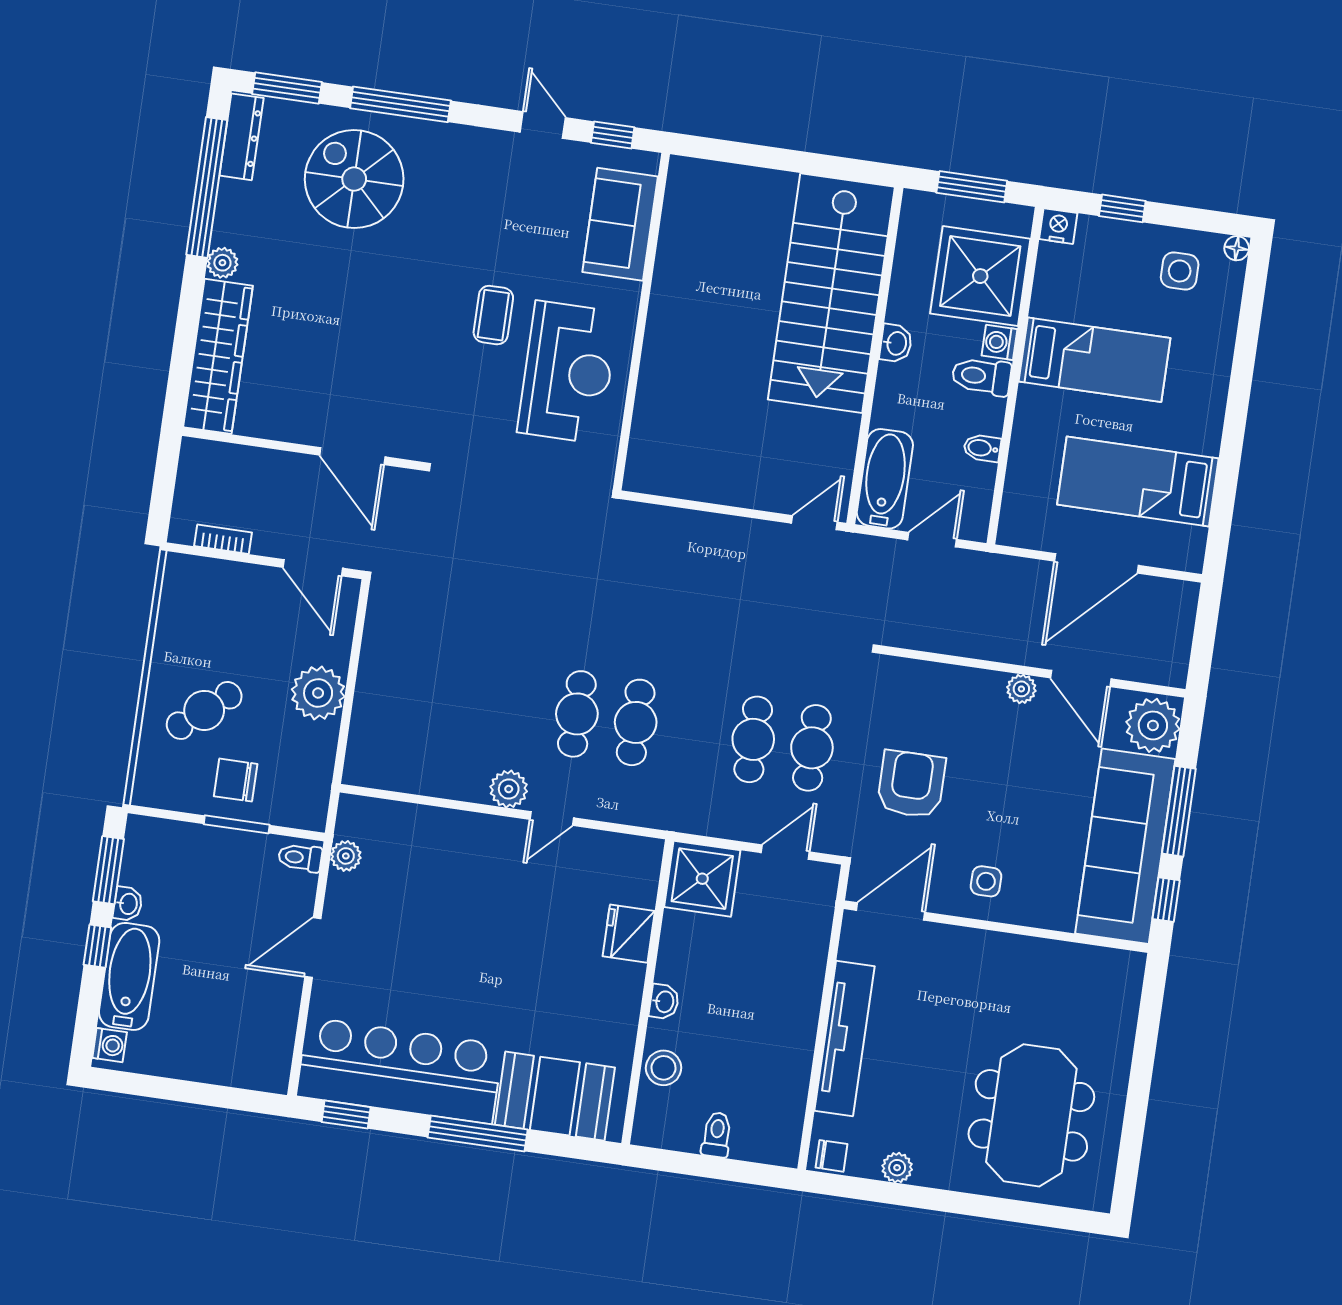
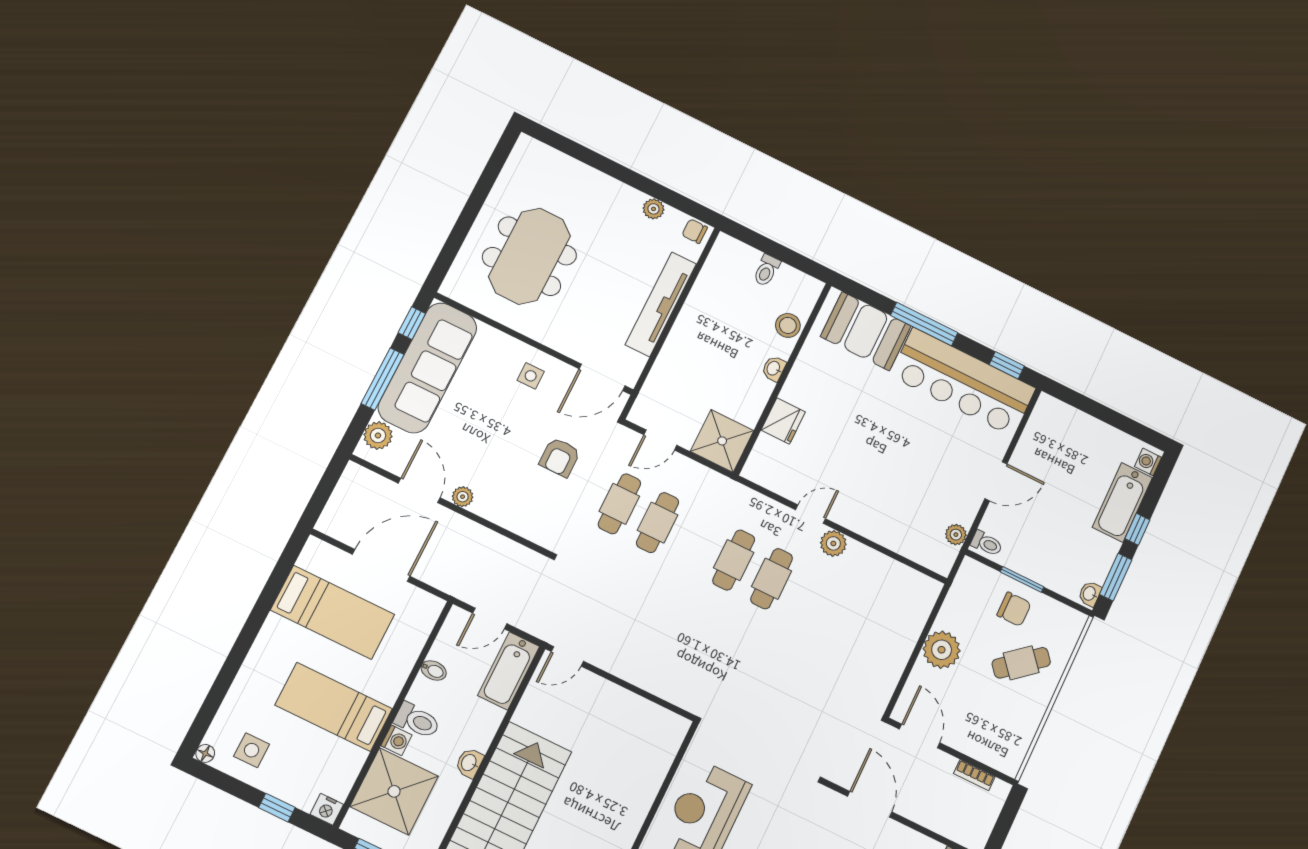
plant: (1153, 725) -> (378, 435), width x0.73, depth x0.73
armchair: (911, 784) -> (560, 457), width x0.72, depth x0.72
washbasin: (128, 904) -> (1090, 594), moved
meeting table: (1031, 1115) -> (529, 256), moved

